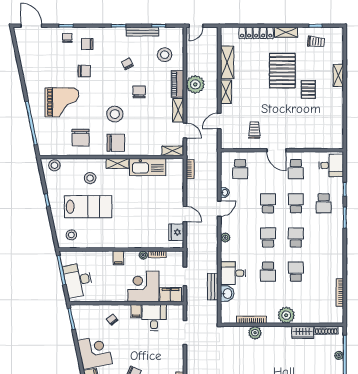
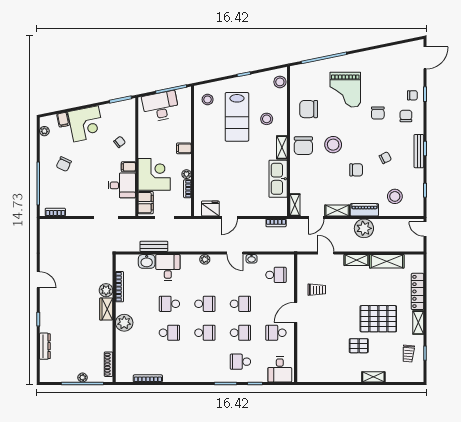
bench: (142, 32) -> (419, 151), moved
school desk: (240, 169) -> (276, 275), turned 180
wardrobe: (303, 332) -> (106, 309), moved

